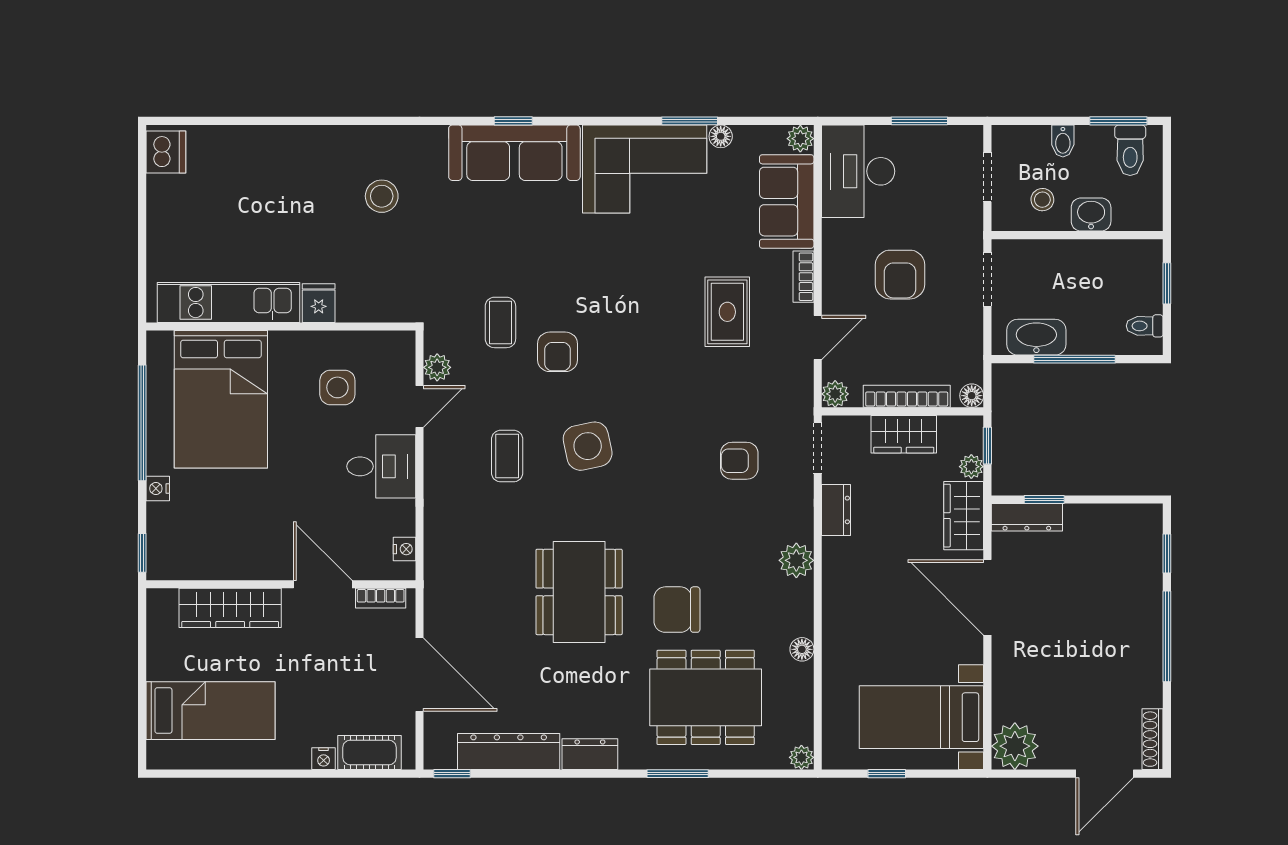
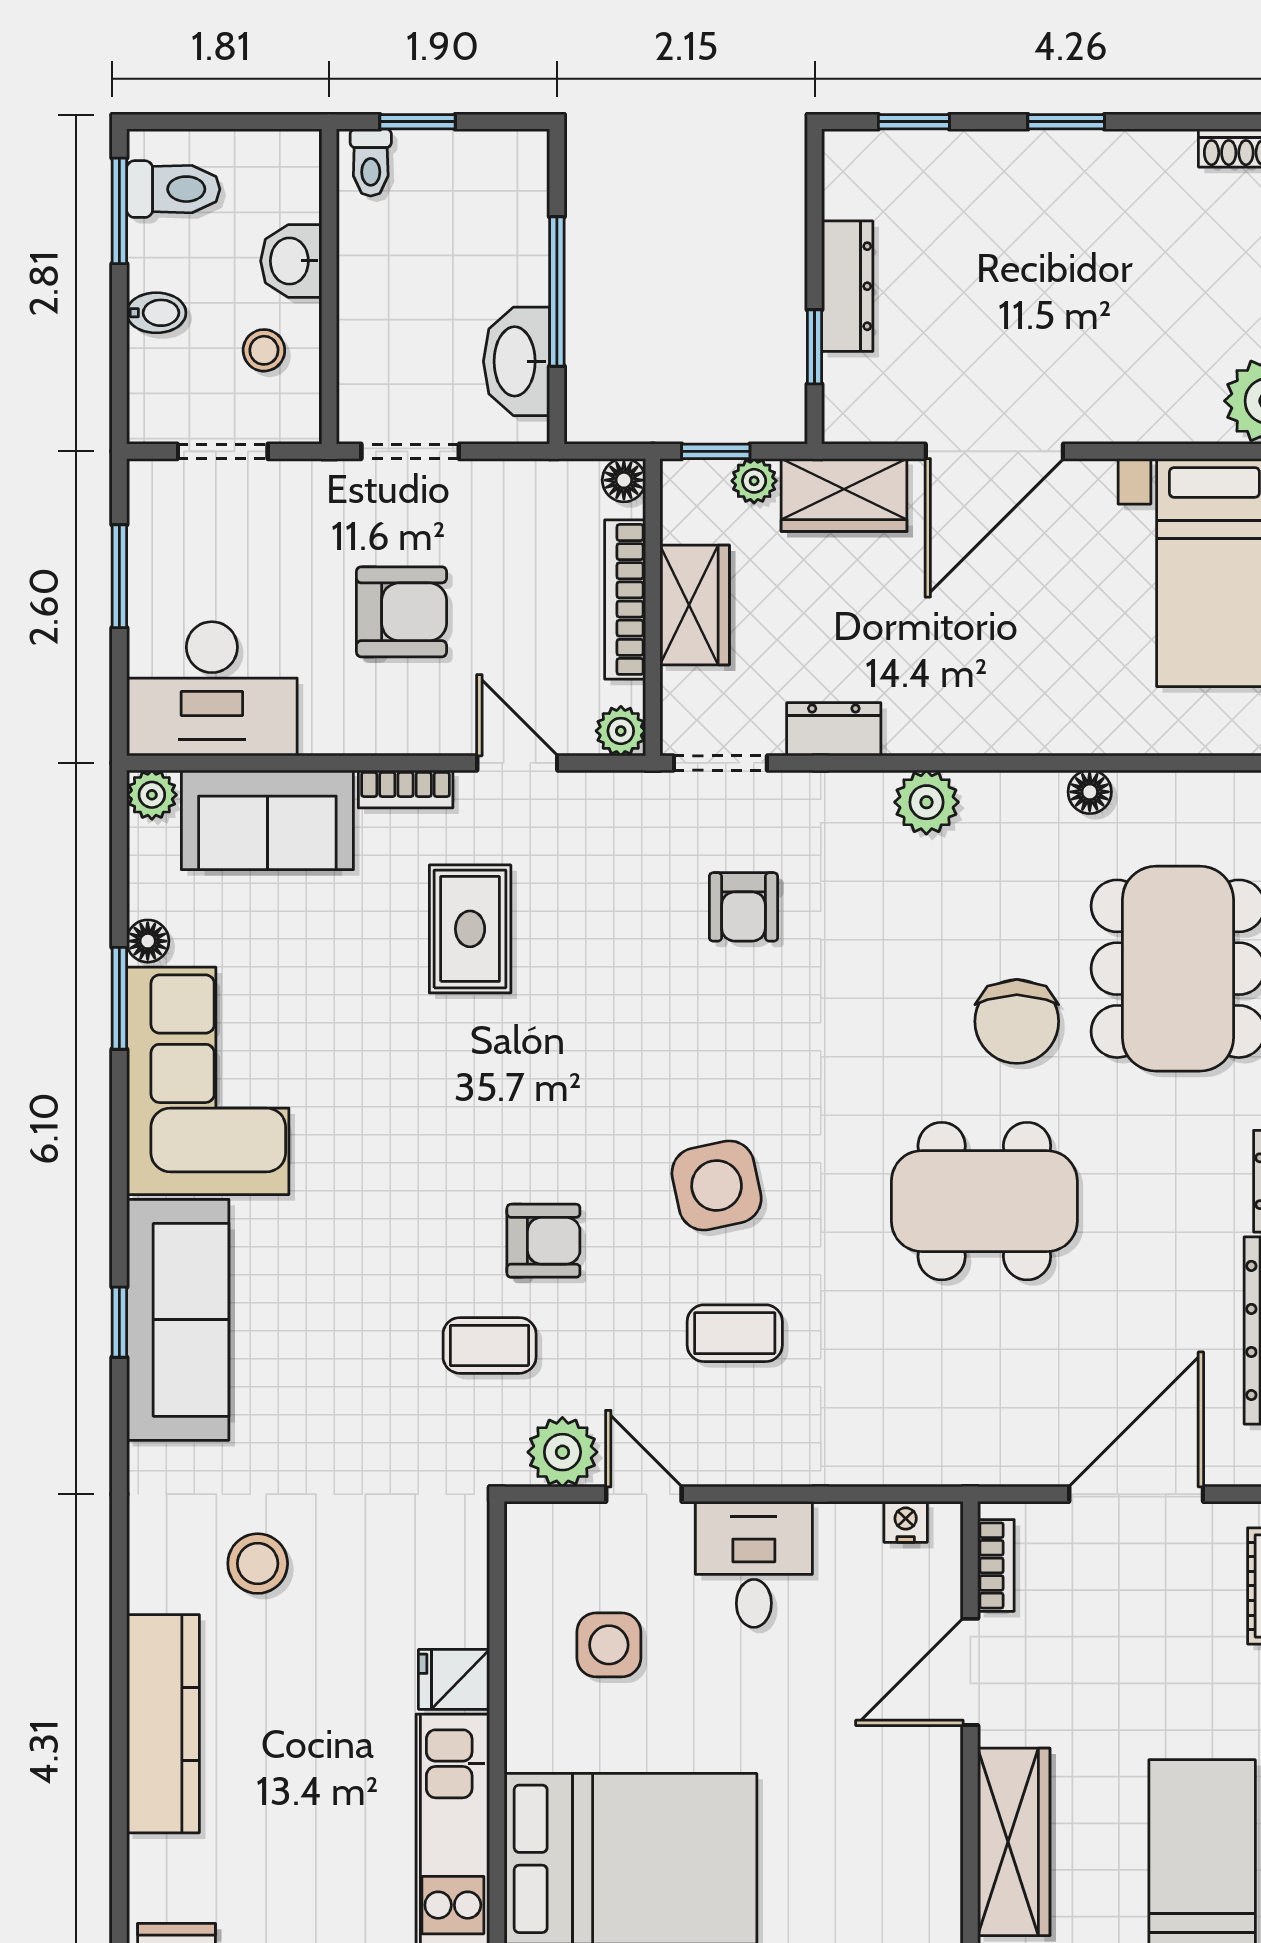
kitchen counter: (294, 145) -> (163, 1724), added
rug: (727, 312) -> (470, 929), turned 90
toilet: (1145, 326) -> (371, 162), moved
plant: (437, 367) -> (562, 1452), width x1.38, depth x1.38
dresser: (1027, 517) -> (847, 286), moved
window: (1167, 636) -> (1066, 122), width x0.46

